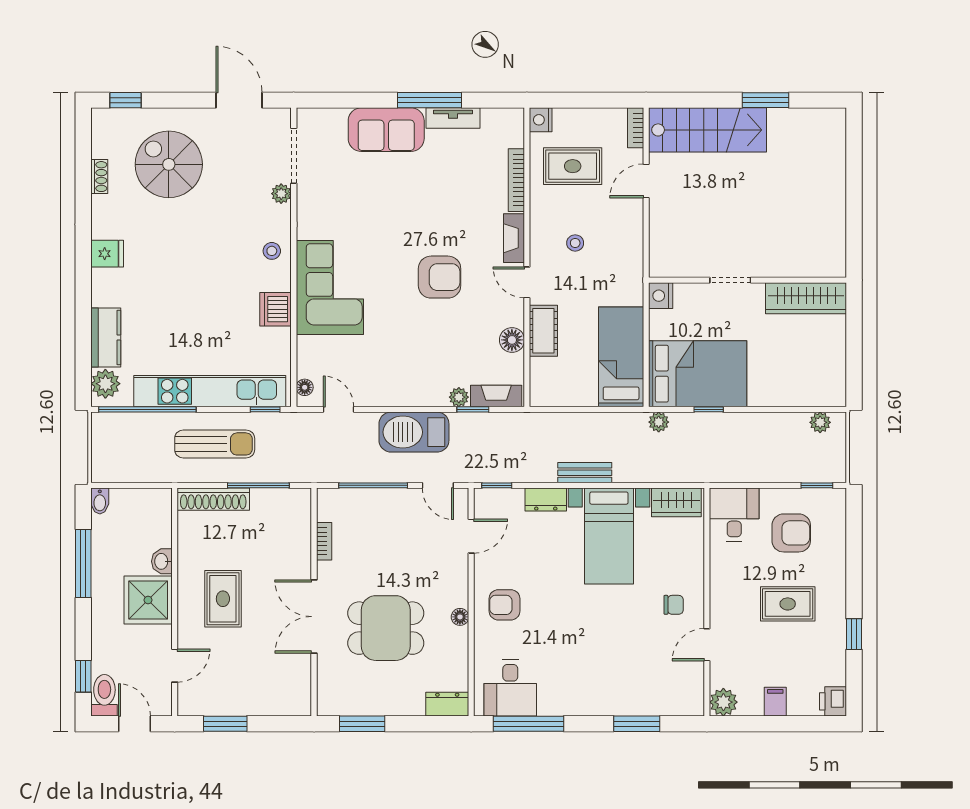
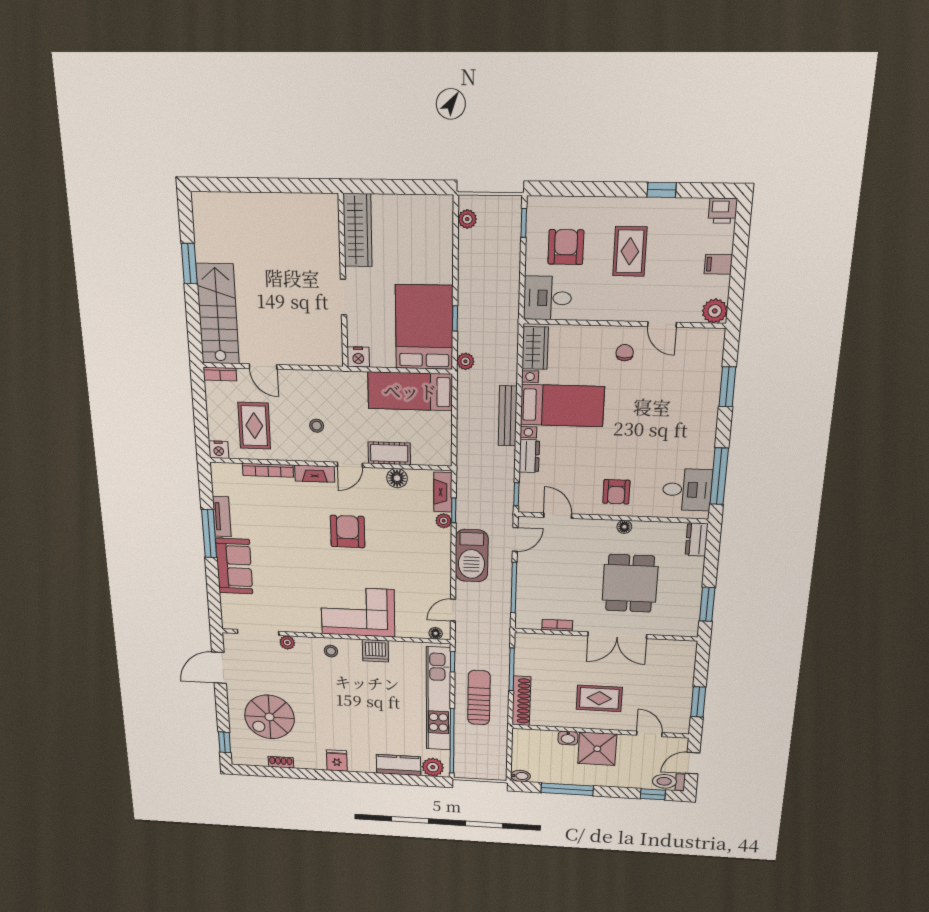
bench: (585, 473) -> (508, 416), width x1.36

